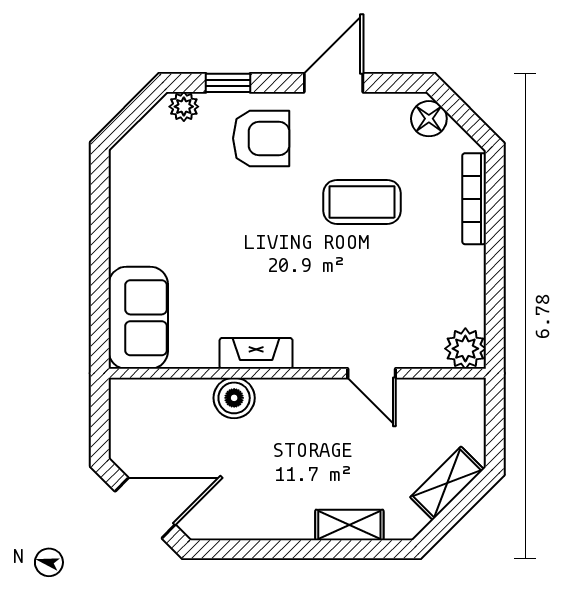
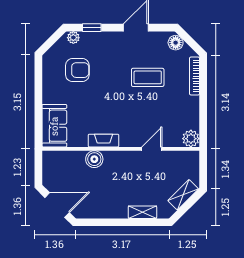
armchair: (261, 138) -> (77, 70), moved
door: (372, 373) -> (152, 149), swing flipped

